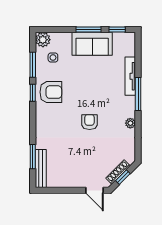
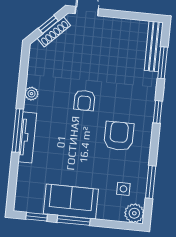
tv unit: (130, 76) -> (27, 137), moved
armchair: (51, 92) -> (119, 136), moved, turned 90
window: (33, 93) -> (158, 112), moved

